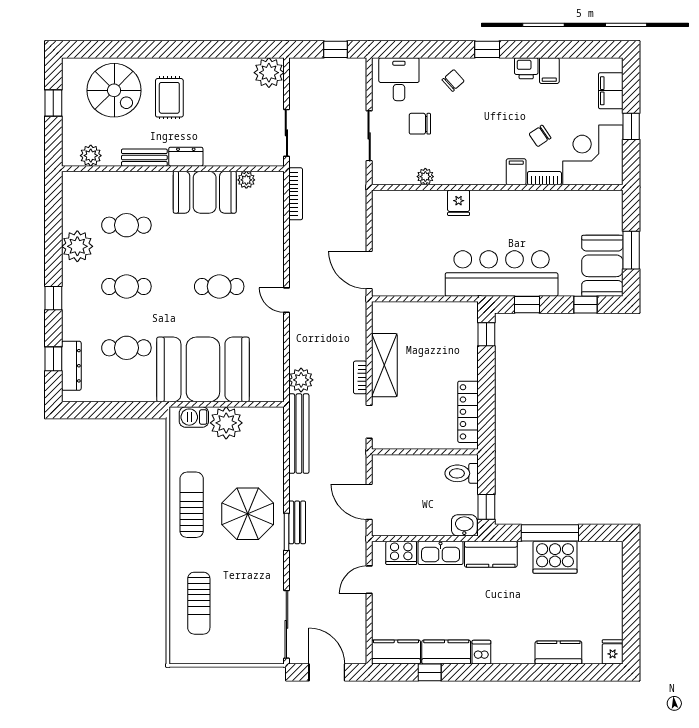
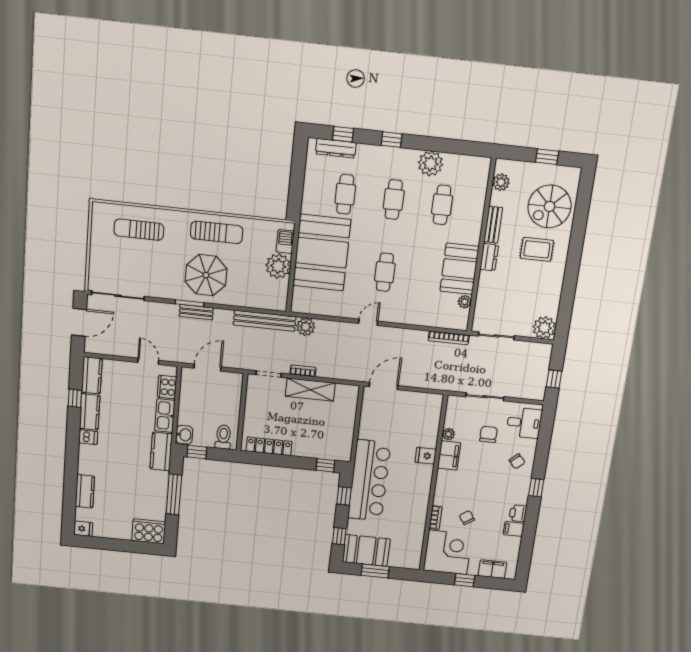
filing cabinet: (516, 172) -> (449, 455), moved, width x2.00
cooker: (555, 557) -> (149, 531), moved, turned 90

